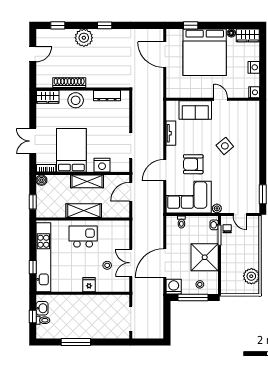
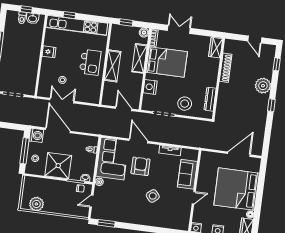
window: (191, 25) -> (261, 180), removed
stool: (76, 100) -> (185, 104), moved
shelving: (87, 181) -> (139, 58), moved
fridge: (89, 285) -> (49, 52), moved

